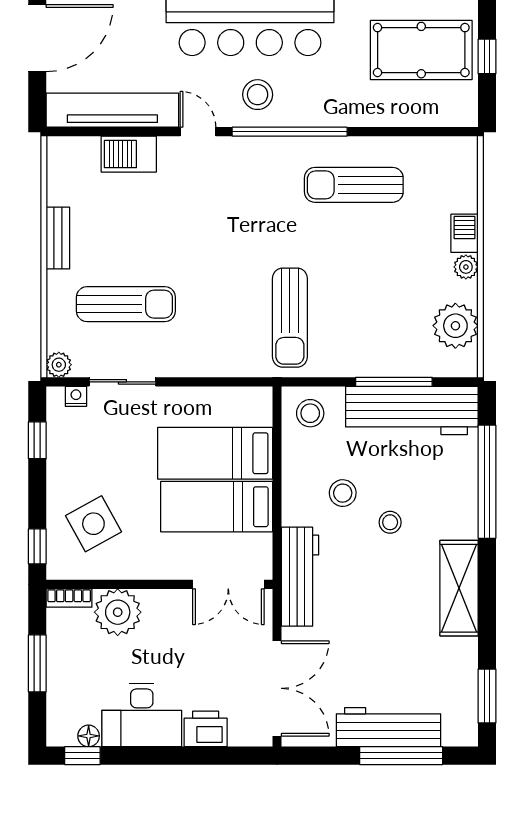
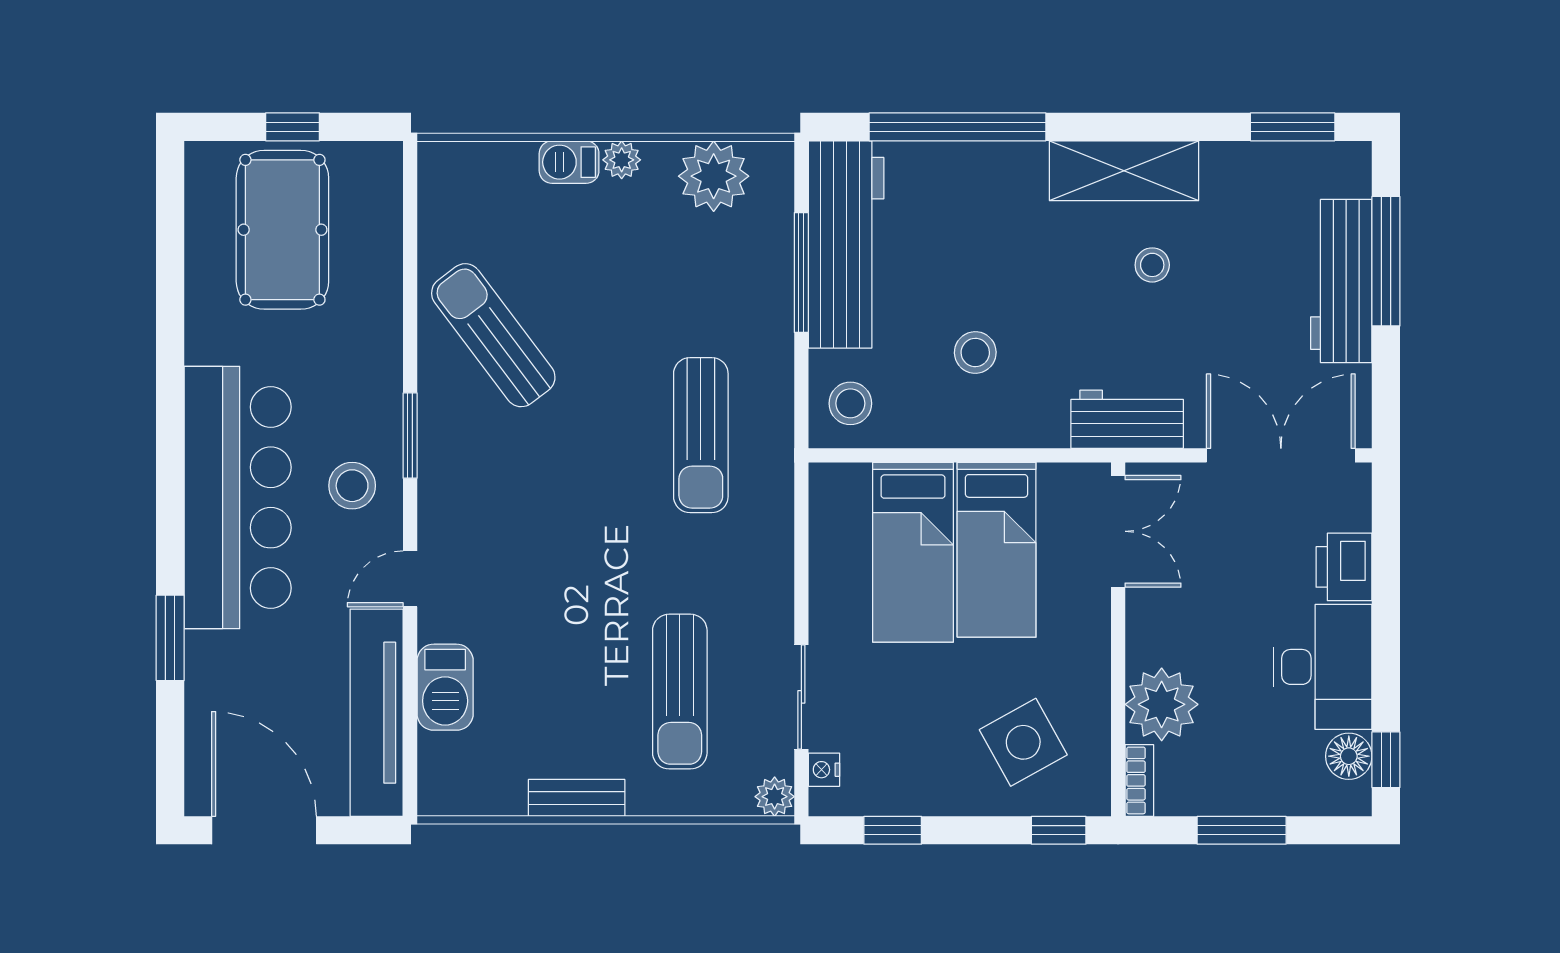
window: (290, 132) -> (410, 436), width x0.47
sun lounger: (354, 185) -> (493, 335), turned 143
sun lounger: (126, 304) -> (680, 692), turned 180
sun lounger: (290, 318) -> (701, 435), turned 90
stool: (390, 522) -> (1152, 265), moved
workbench: (300, 577) -> (1127, 419), width x0.73
floor lamp: (89, 736) -> (1349, 756), width x1.37, depth x1.37

